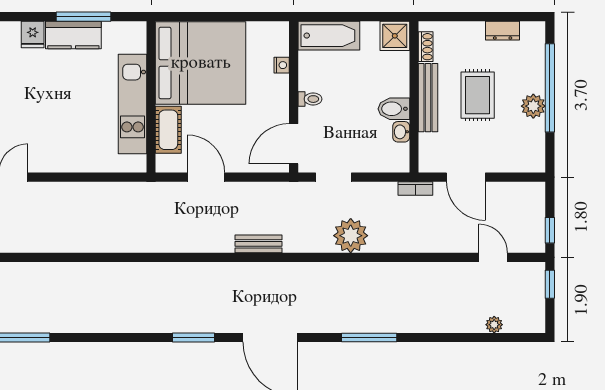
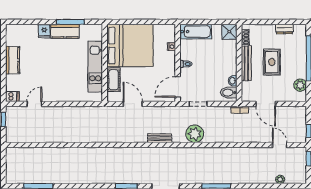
plant: (533, 106) -> (300, 85), moved
bidet: (394, 109) -> (229, 93), moved
plant: (351, 236) -> (195, 134), moved

